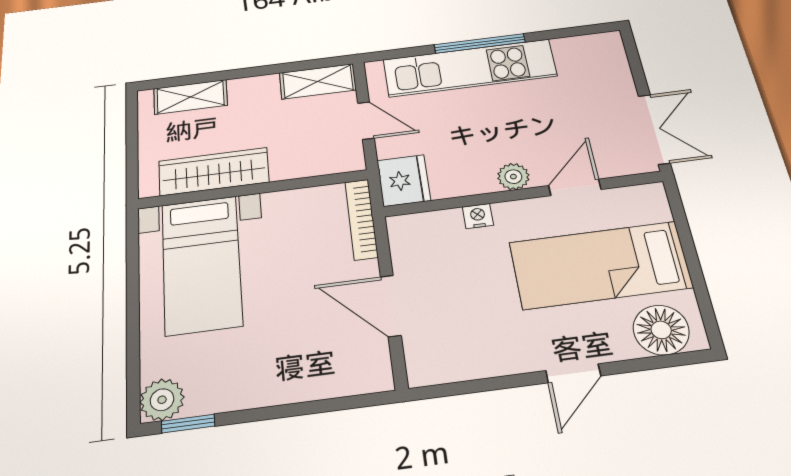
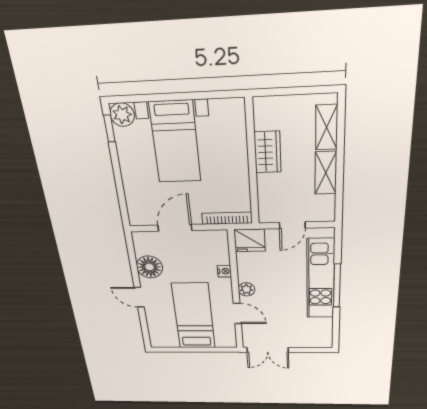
shelving: (318, 81) -> (326, 173), moved
wardrobe: (214, 172) -> (267, 152), width x0.67
bed with nightstands: (201, 264) -> (175, 142), moved, turned -90
floor lamp: (661, 330) -> (149, 267), moved

